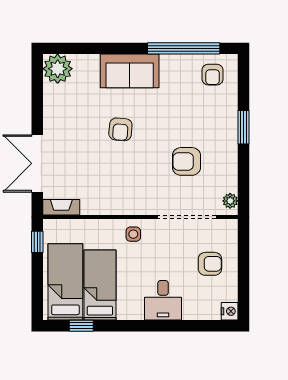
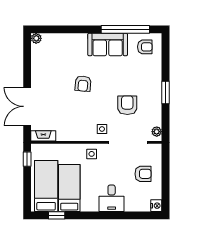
plant: (58, 69) -> (36, 38), width x0.53, depth x0.53
sofa: (130, 71) -> (108, 44), moved
armchair: (213, 75) -> (145, 47), turned -90
window: (243, 127) -> (165, 93), moved
armchair: (186, 161) -> (127, 105), turned 90
side table: (149, 197) -> (102, 129), added

